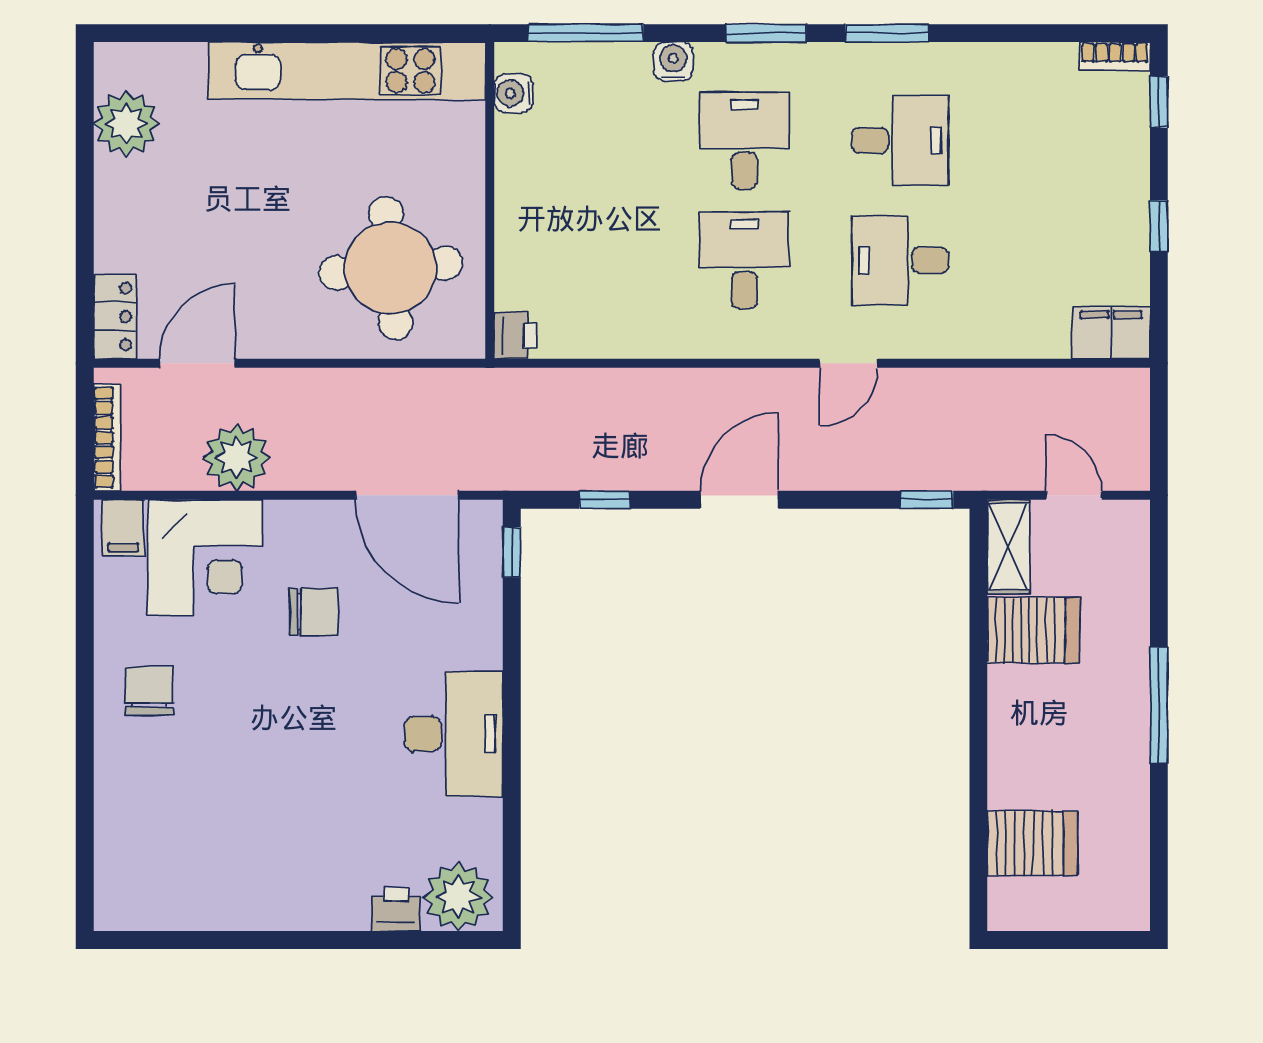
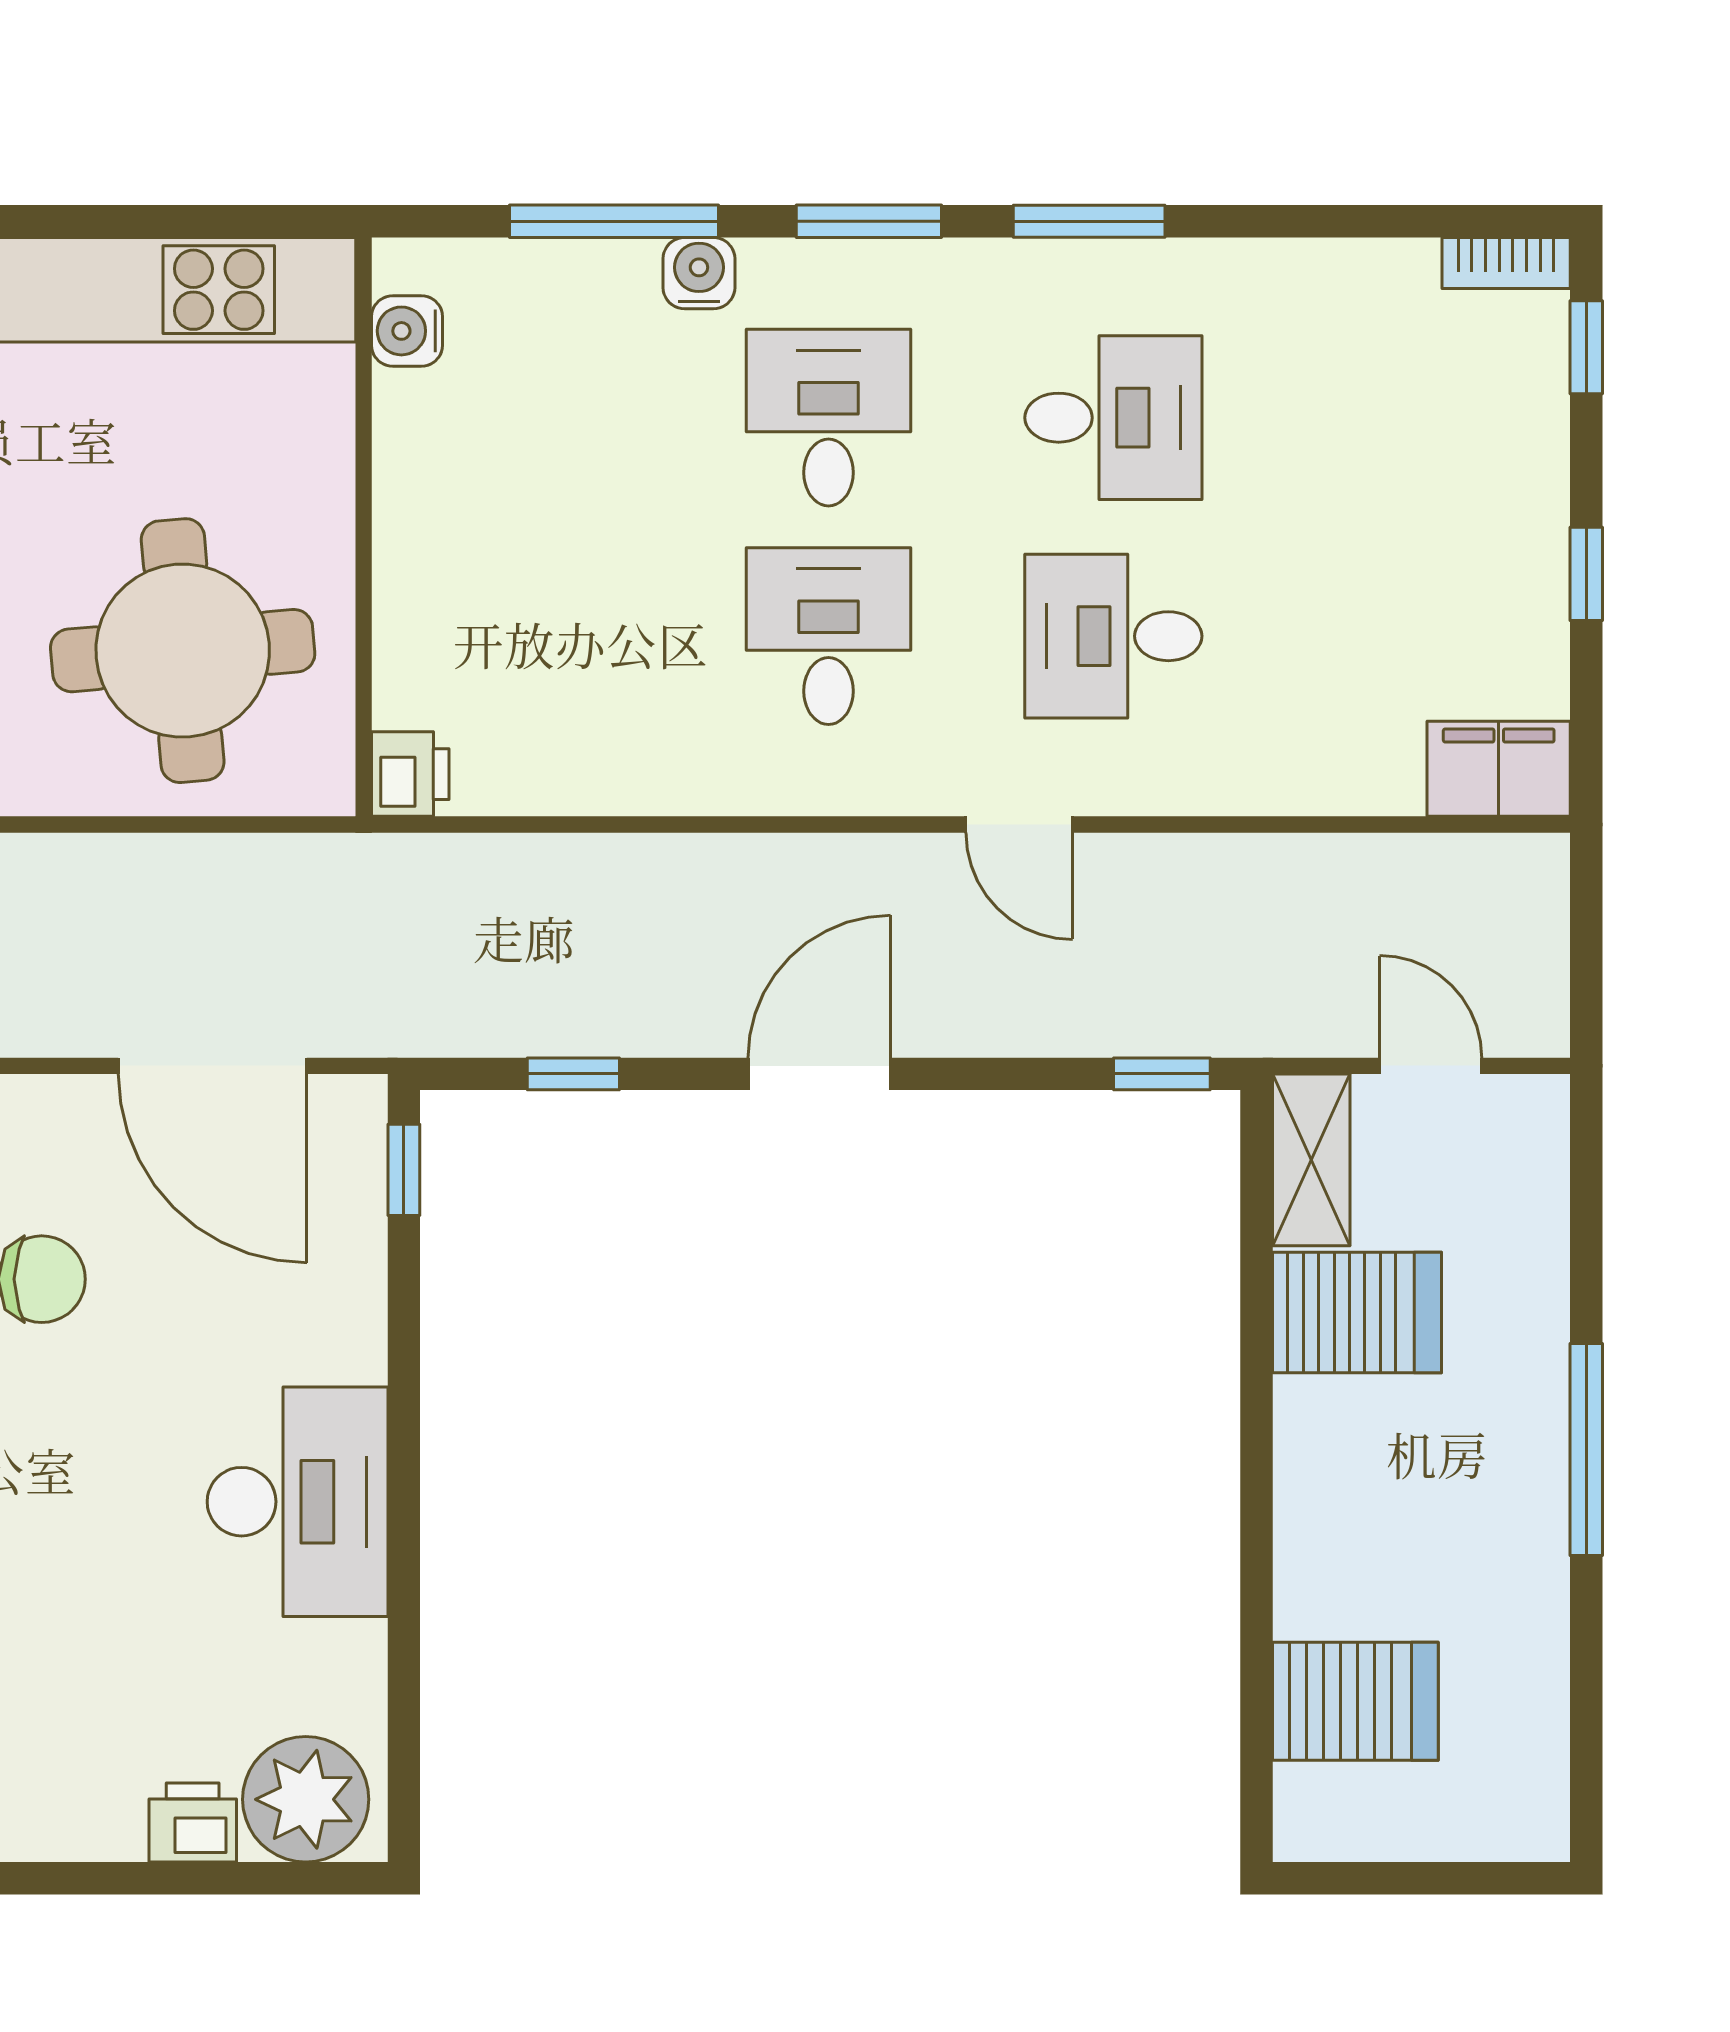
window: (586, 33) -> (614, 221), moved
door: (849, 363) -> (1019, 825), hinge flipped

